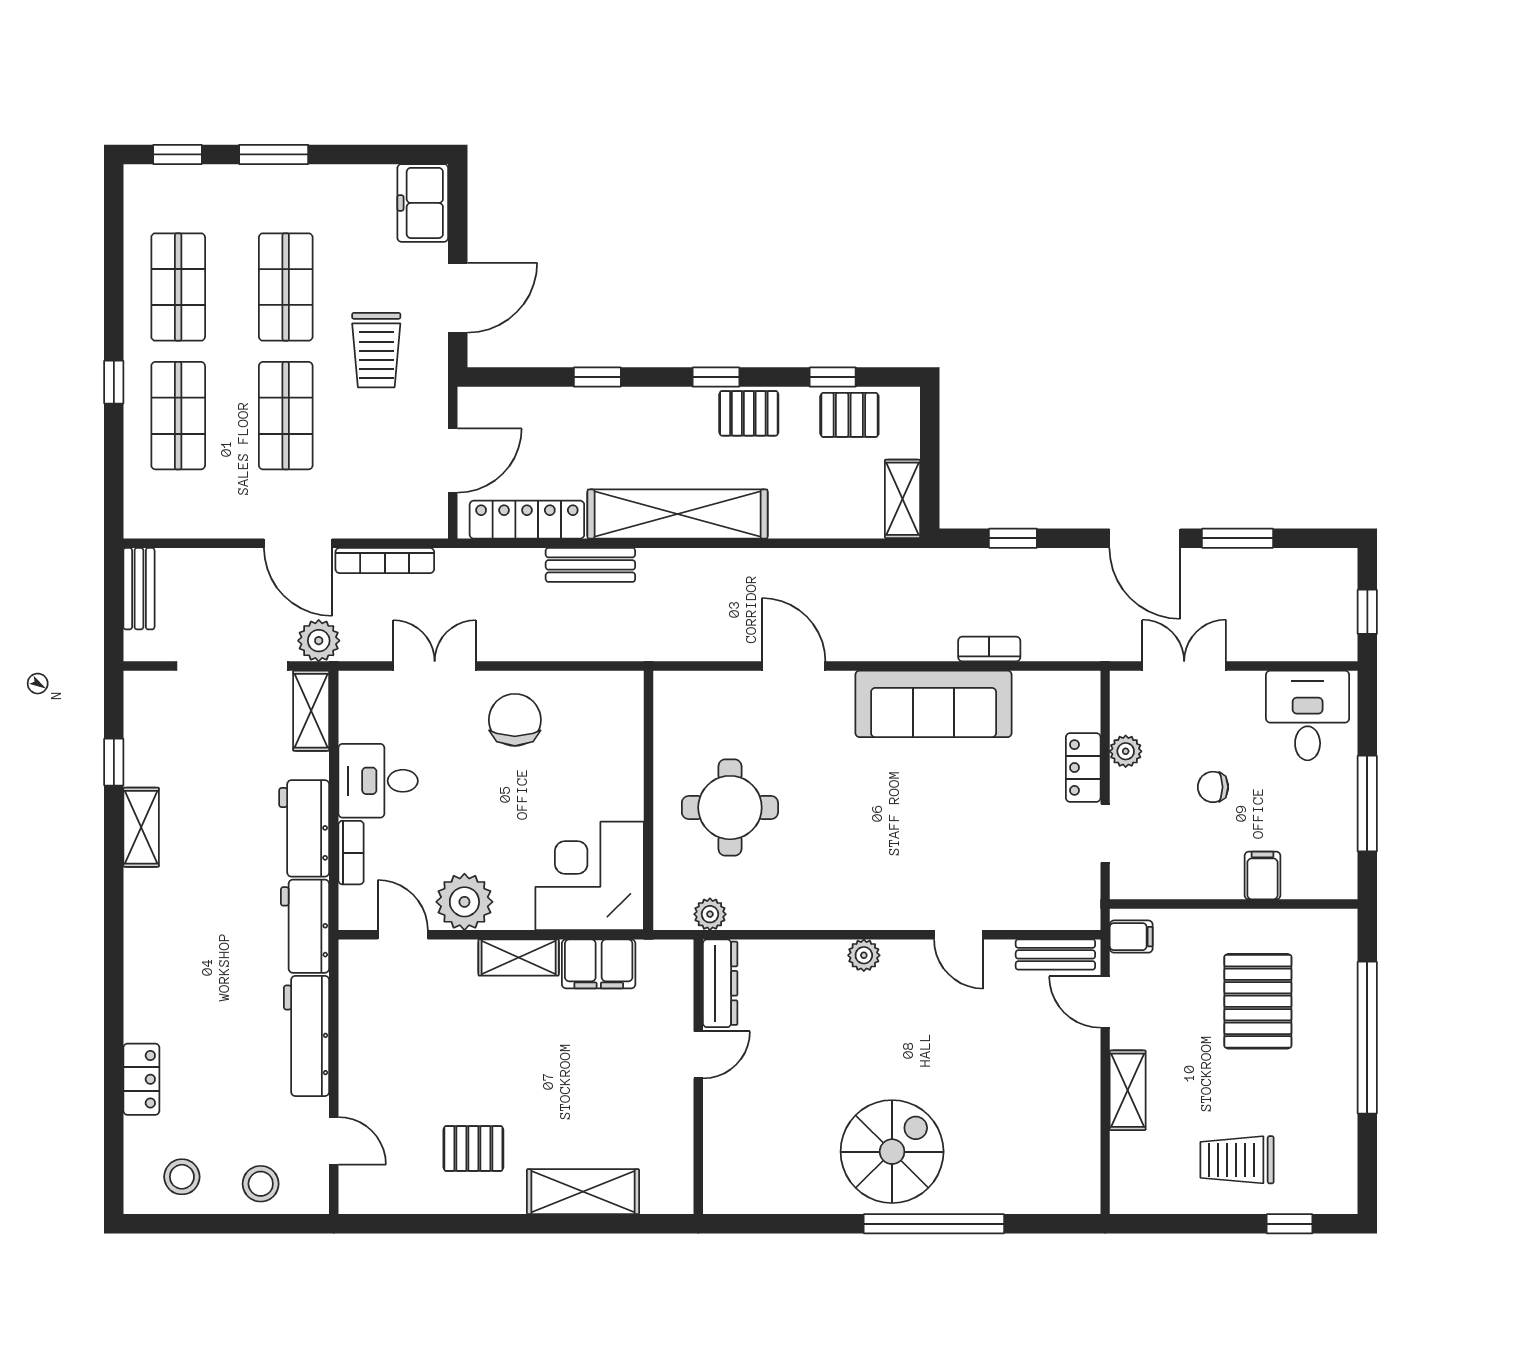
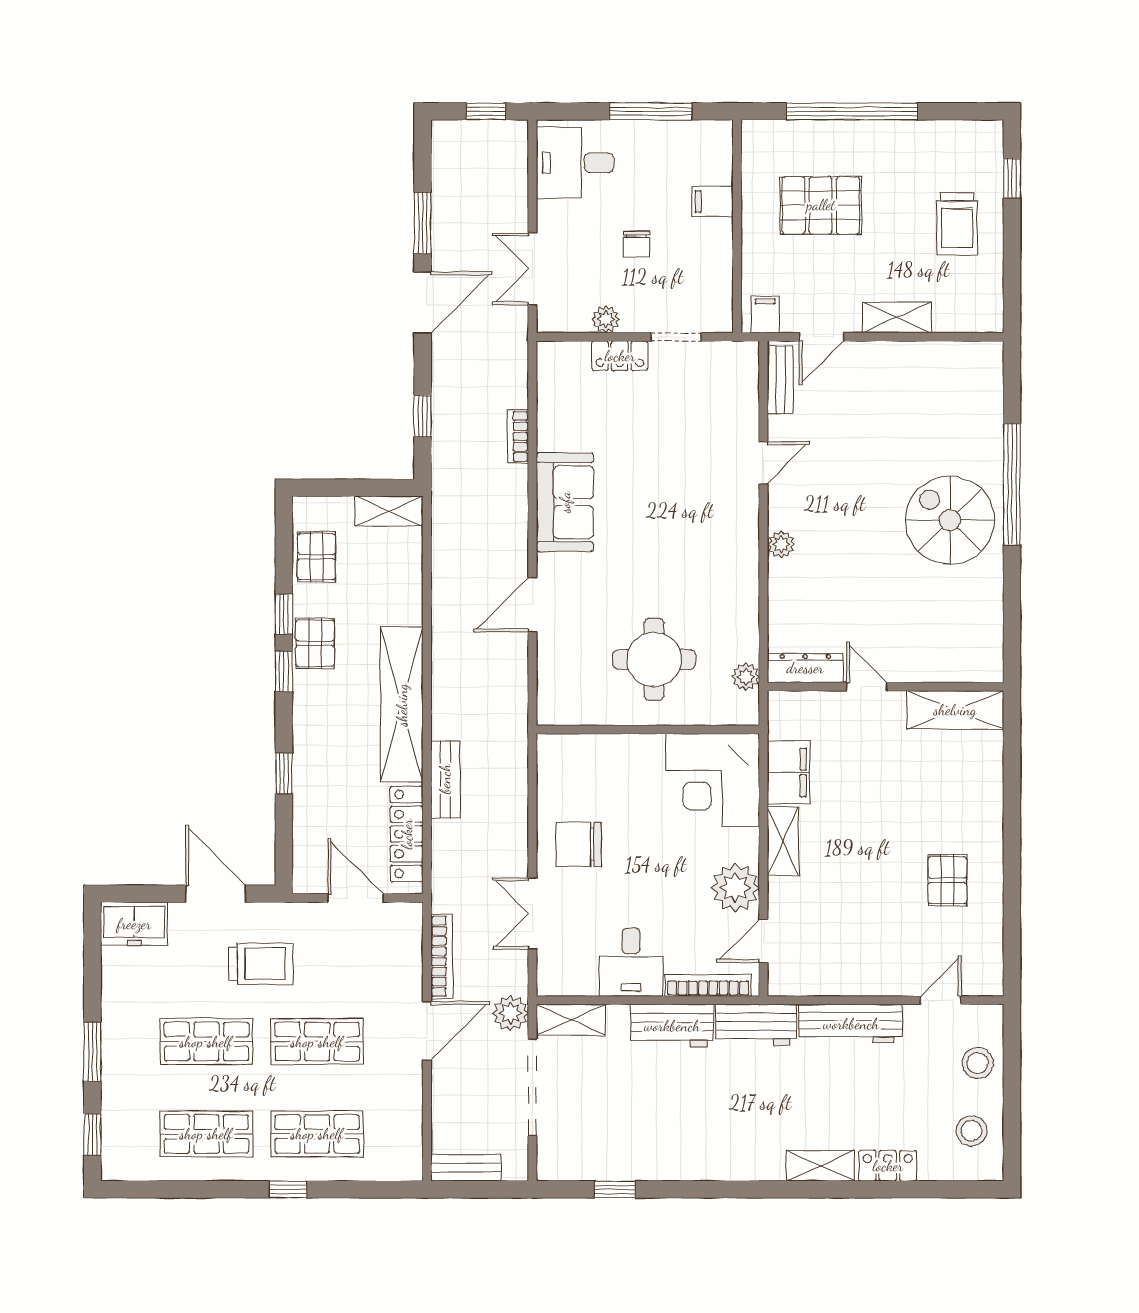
window: (833, 377) -> (284, 614), moved
sofa: (934, 704) -> (565, 502), width x0.73
shelving: (141, 827) -> (820, 1166), moved
bookcase: (351, 853) -> (708, 985), width x1.56
shelving: (583, 1192) -> (955, 710), moved, turned 90

